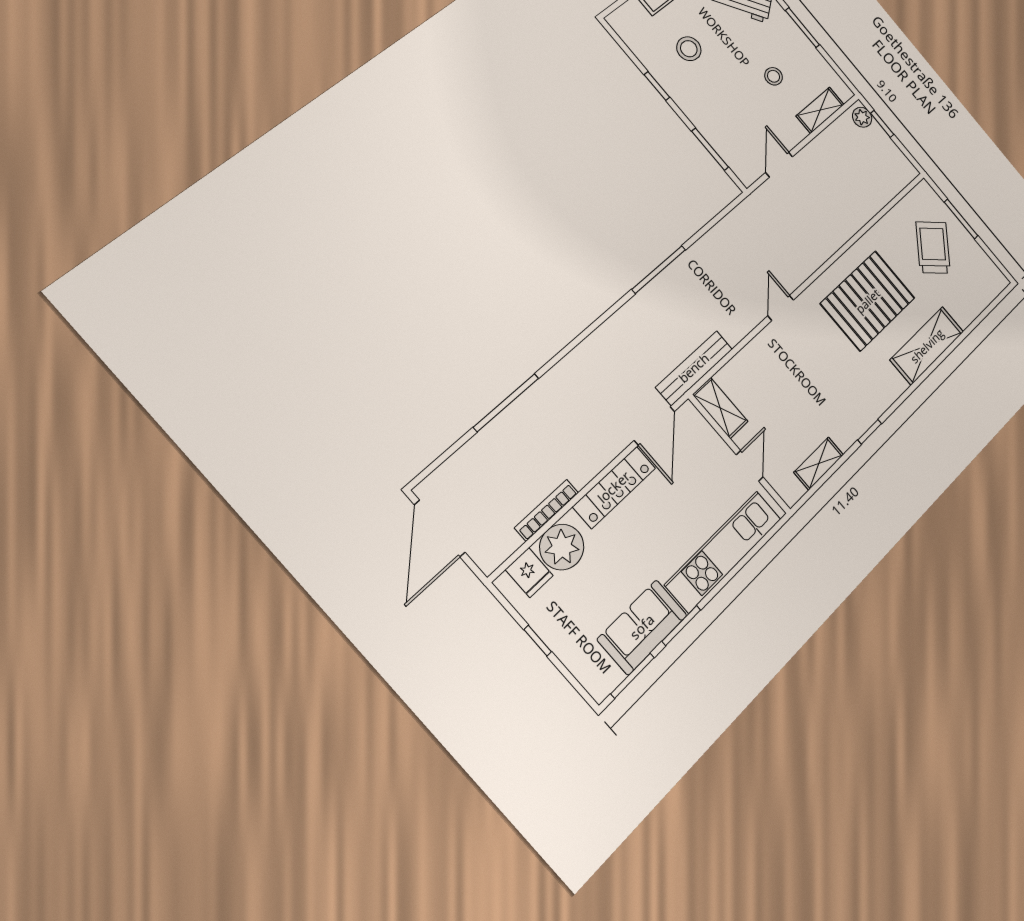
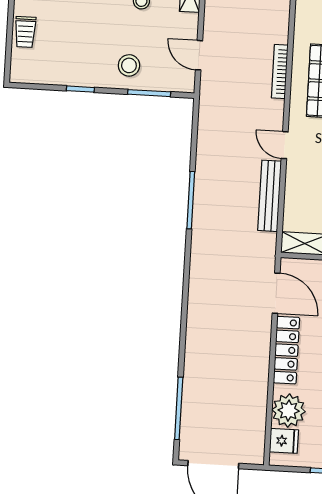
stool: (689, 49) -> (129, 65), moved
bench: (694, 368) -> (270, 196), moved
window: (506, 403) -> (179, 408), moved
bookcase: (547, 510) -> (280, 72), moved

